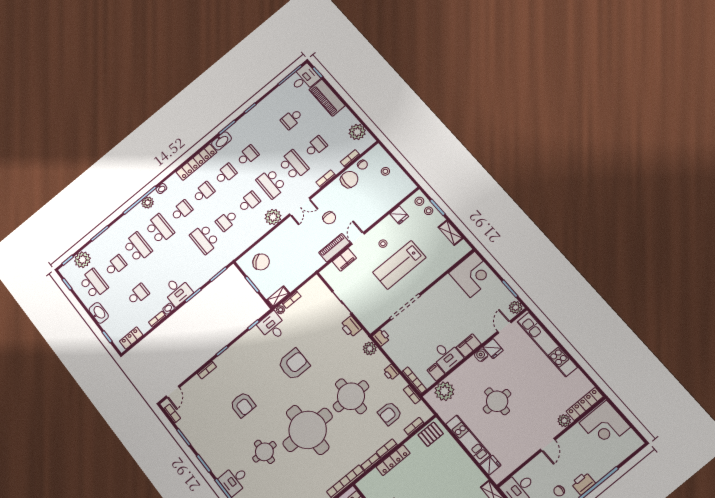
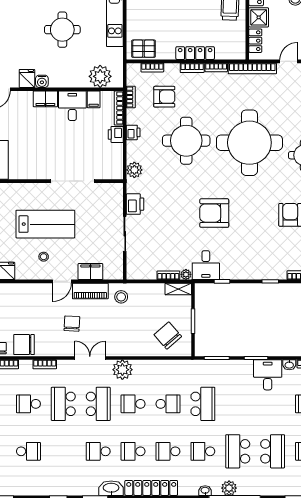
school desk: (138, 247) -> (273, 451), turned 180
stool: (311, 261) -> (121, 297), added
printer: (381, 337) -> (116, 134), moved

